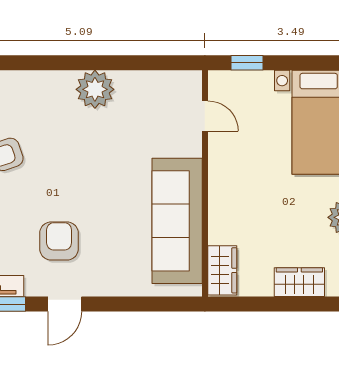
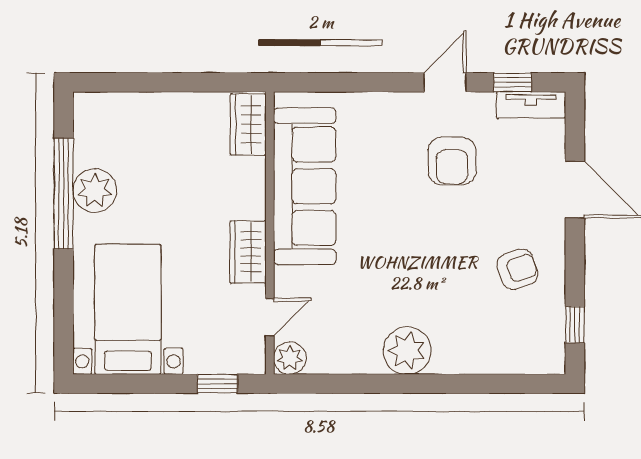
plant: (189, 83) -> (290, 358), added
door: (205, 116) -> (270, 317), swing flipped
wardrobe: (299, 282) -> (248, 252), moved, turned 90

